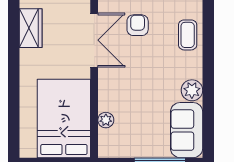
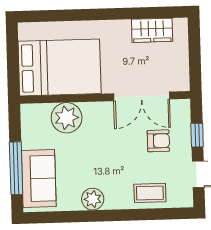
plant: (106, 120) -> (67, 118), width x1.88, depth x1.88
sofa: (187, 130) -> (39, 178), moved, turned 90

